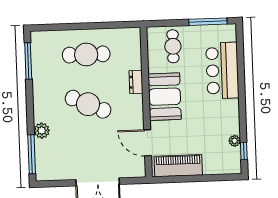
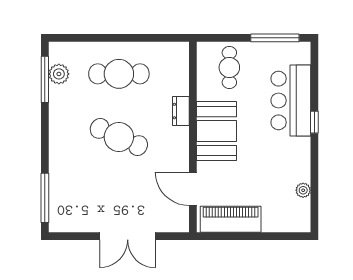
plant: (42, 131) -> (59, 74), moved
window: (244, 151) -> (314, 122), moved

